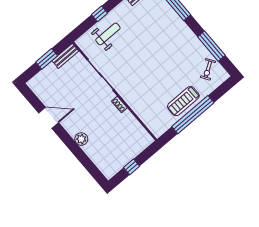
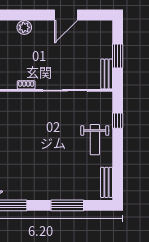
window: (100, 14) -> (118, 121), moved
weight bench: (108, 34) -> (95, 140), moved

